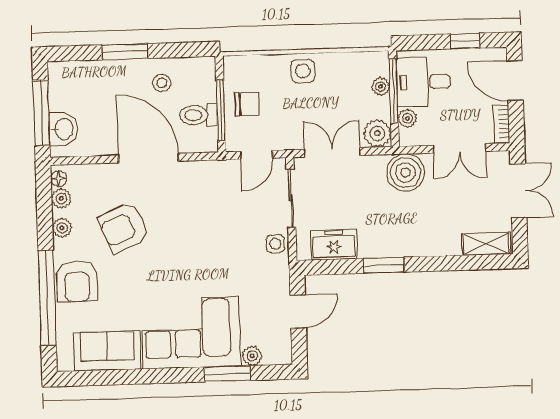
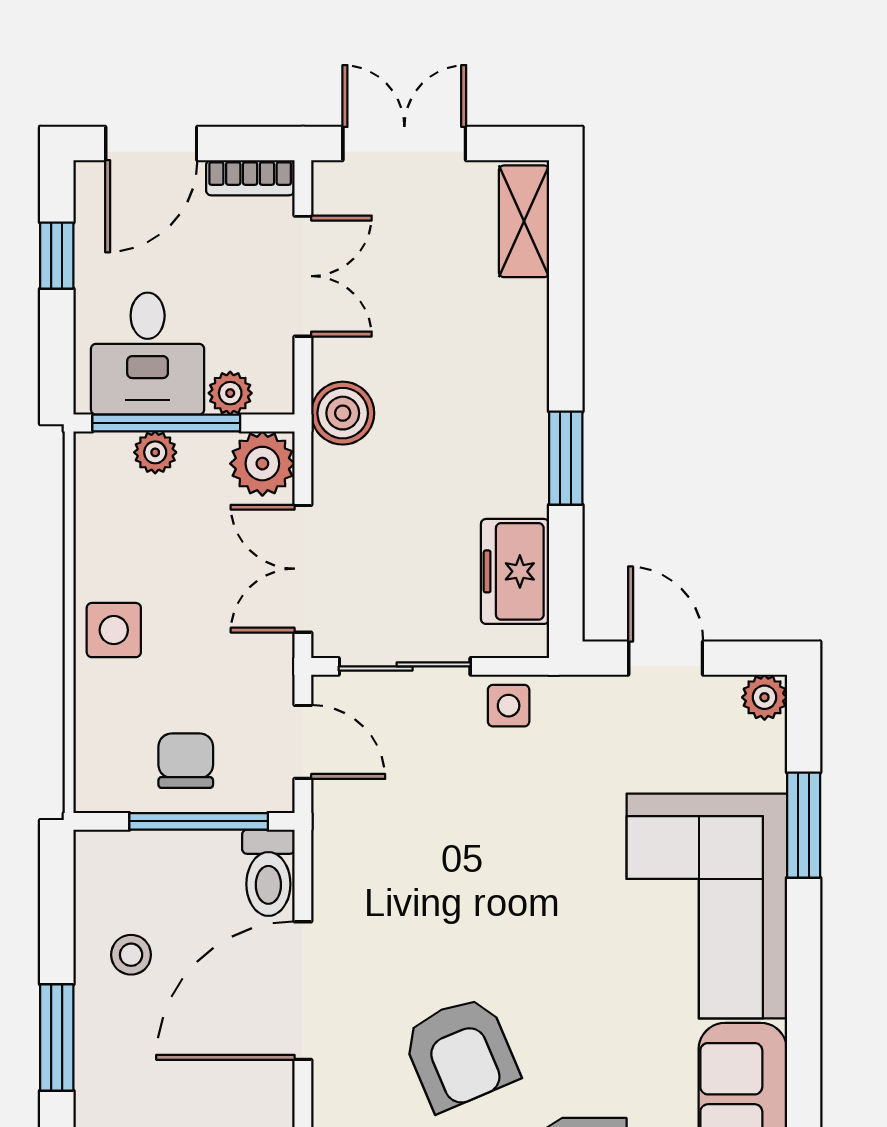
toilet: (198, 115) -> (268, 873), moved
boiler: (405, 172) -> (343, 413), width x0.73, depth x0.73
plant: (252, 356) -> (764, 697), moved

